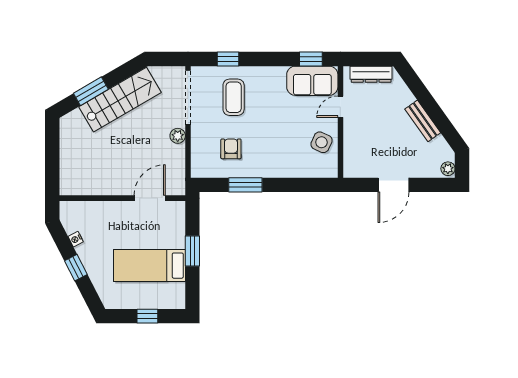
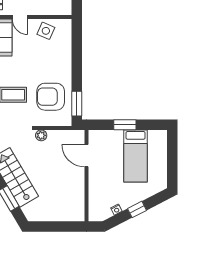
armchair: (231, 149) -> (51, 97), width x1.88, depth x1.88
window: (245, 185) -> (77, 104), moved
window: (147, 316) -> (172, 157), removed

